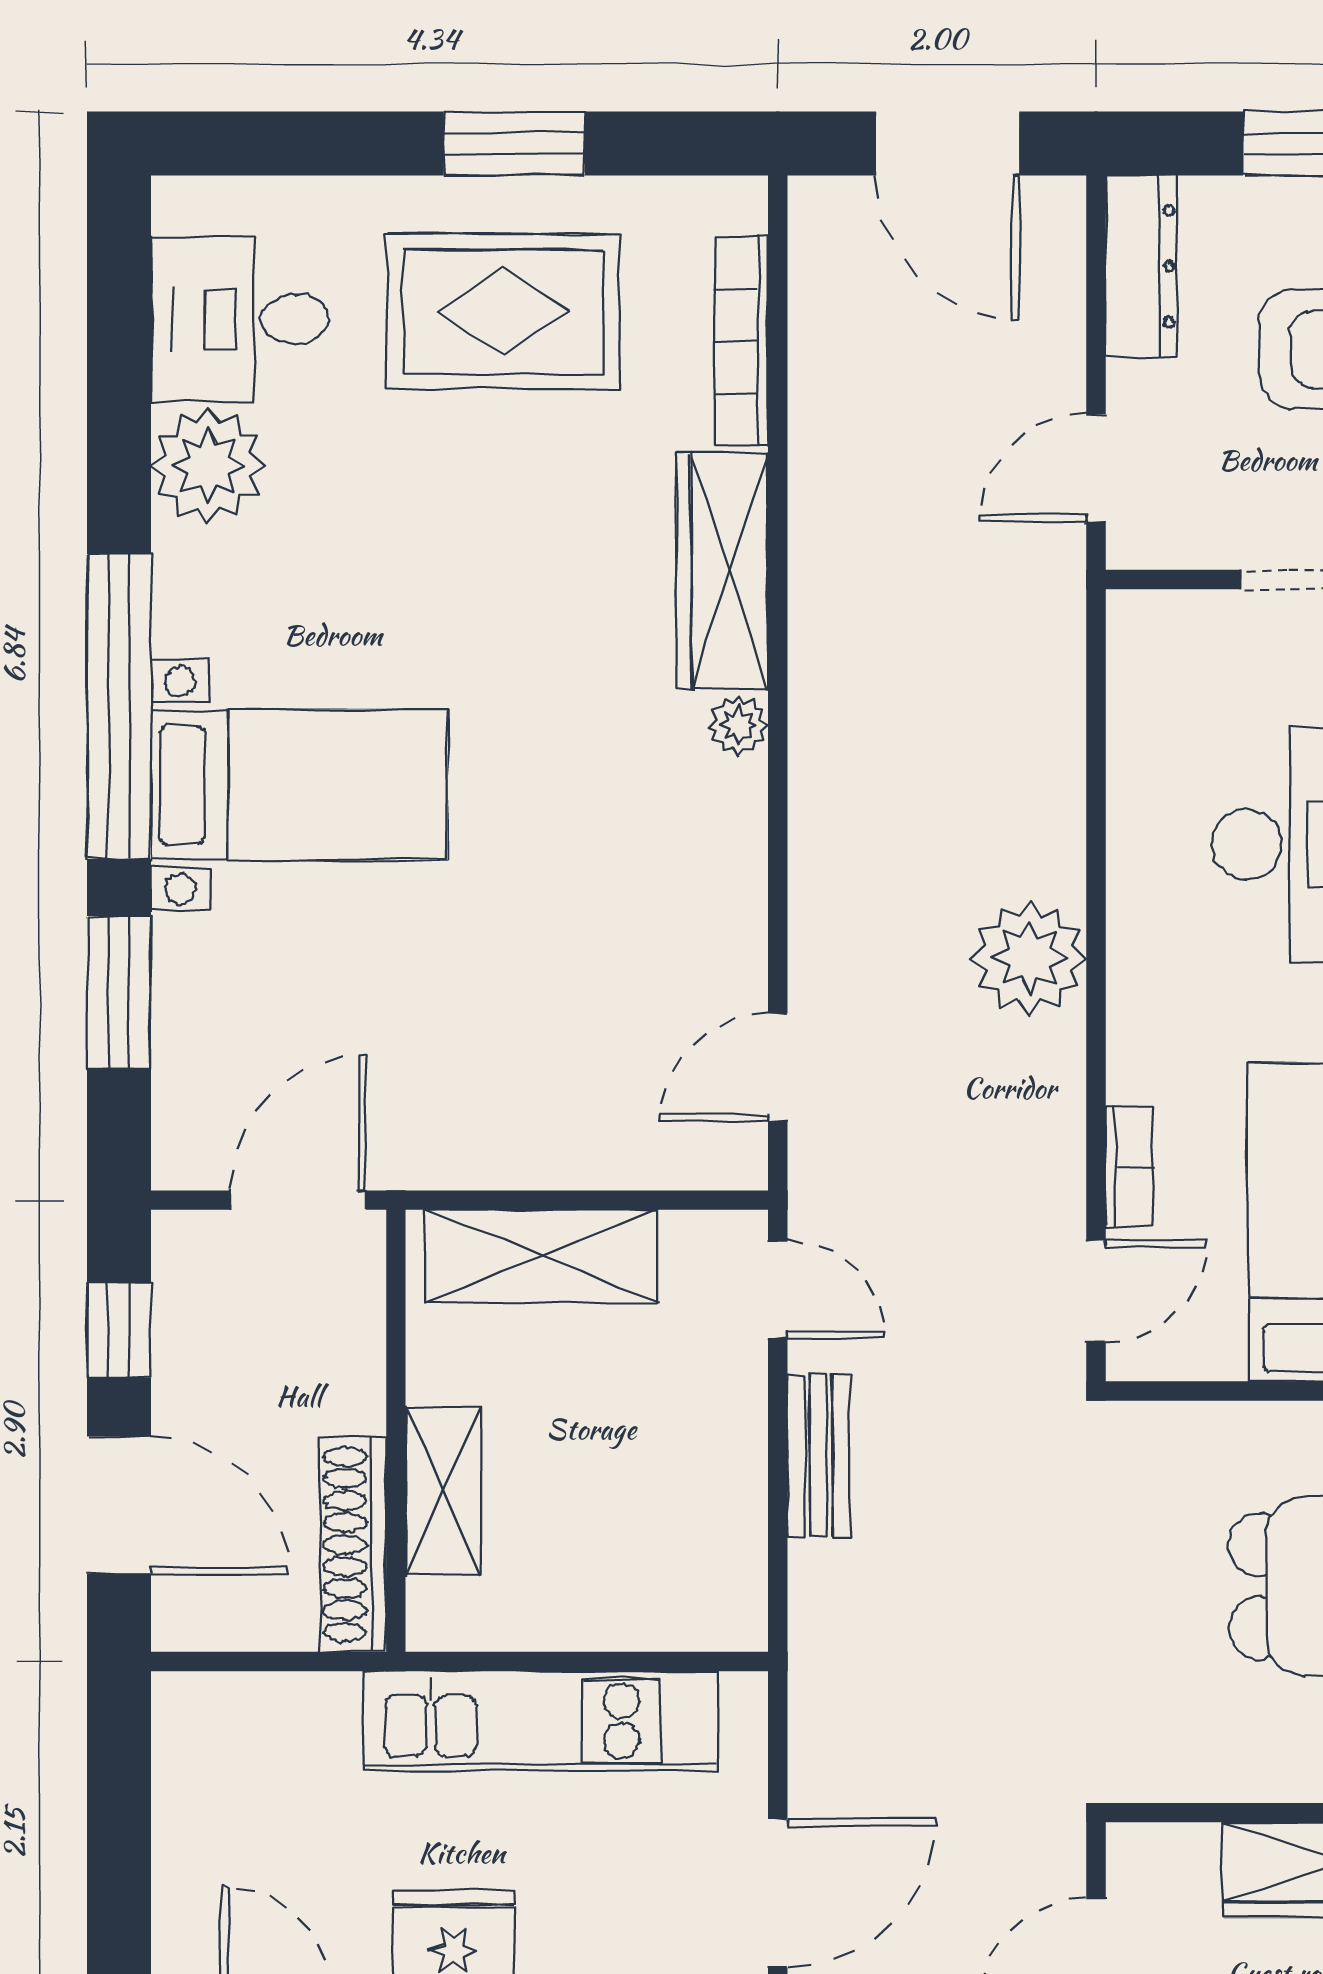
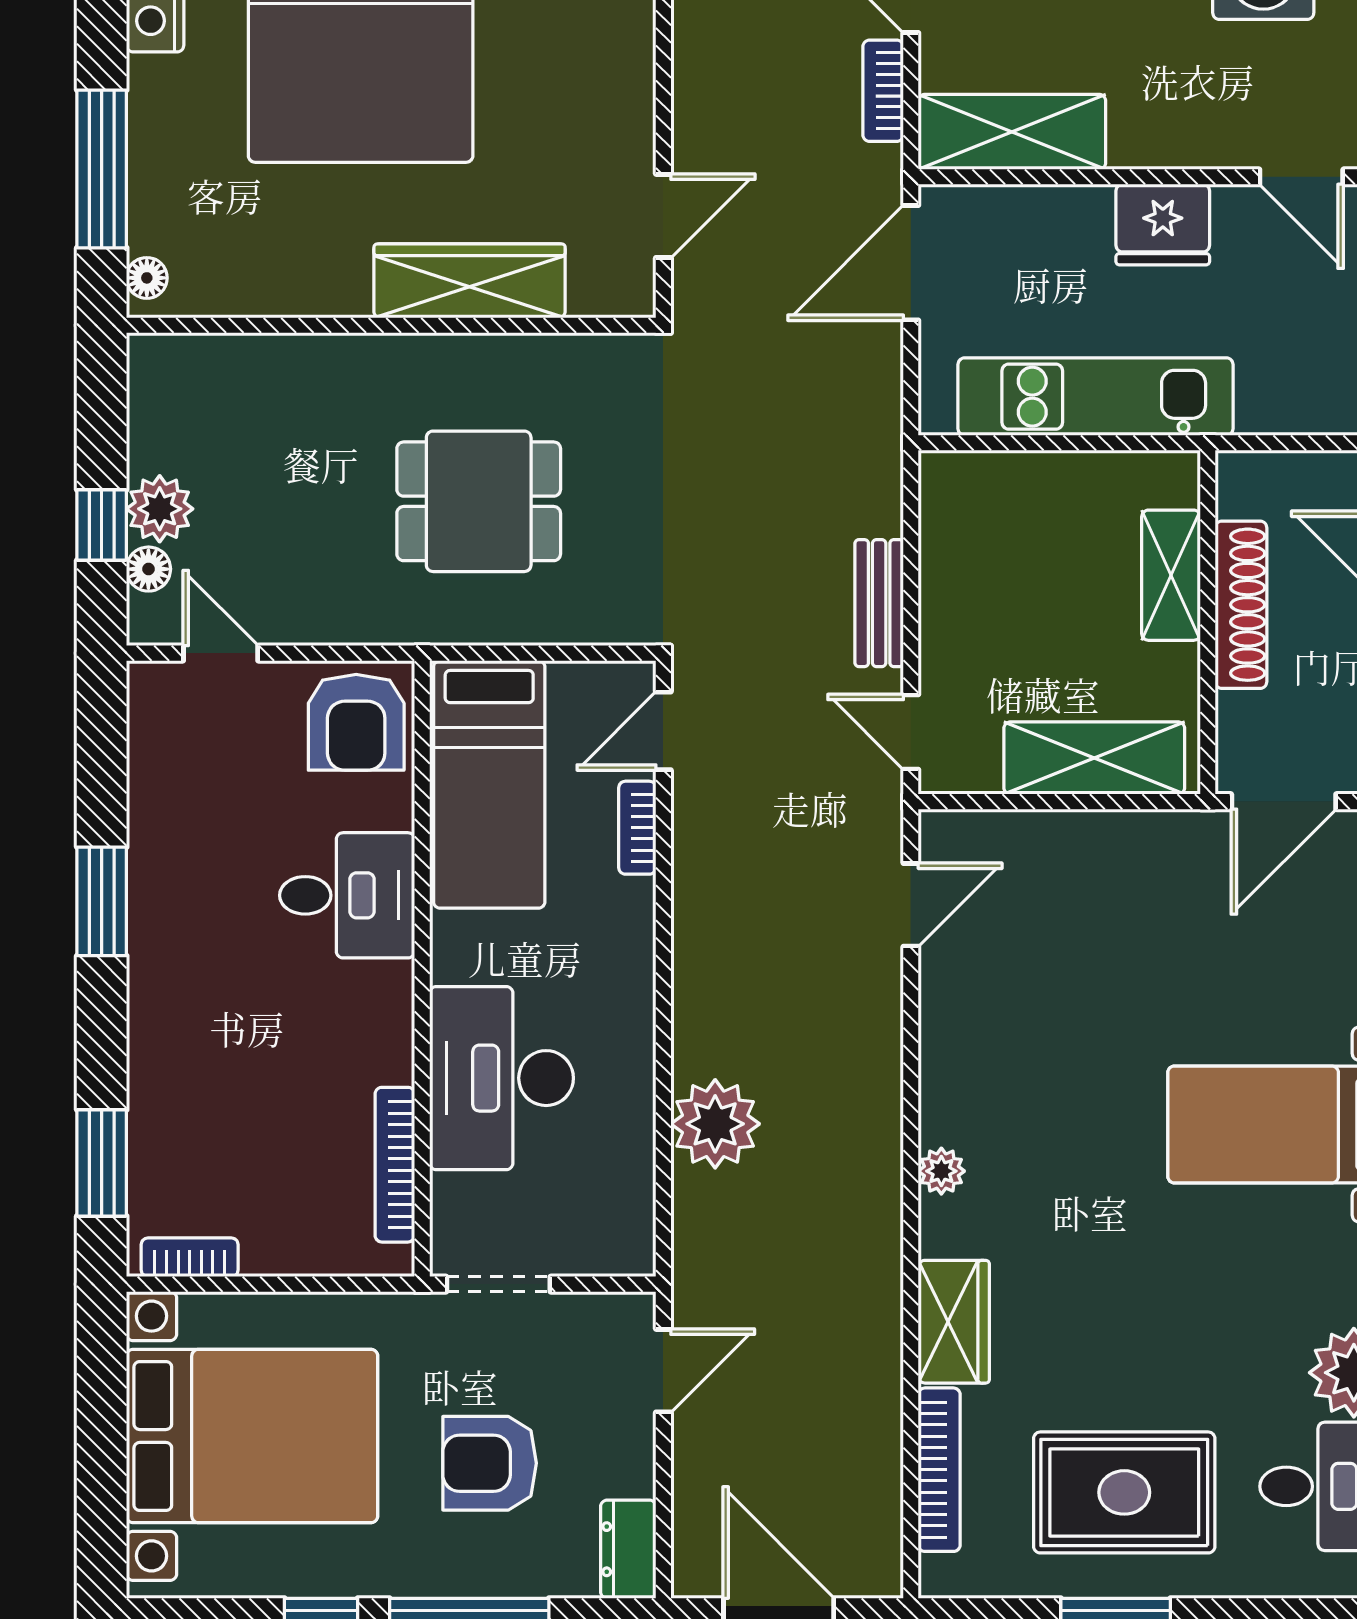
dresser: (1141, 266) -> (628, 1549), width x0.70
wardrobe: (722, 571) -> (954, 1322), width x0.67
plant: (1029, 958) -> (715, 1124), moved
shoe rack: (353, 1544) -> (1241, 605), moved

